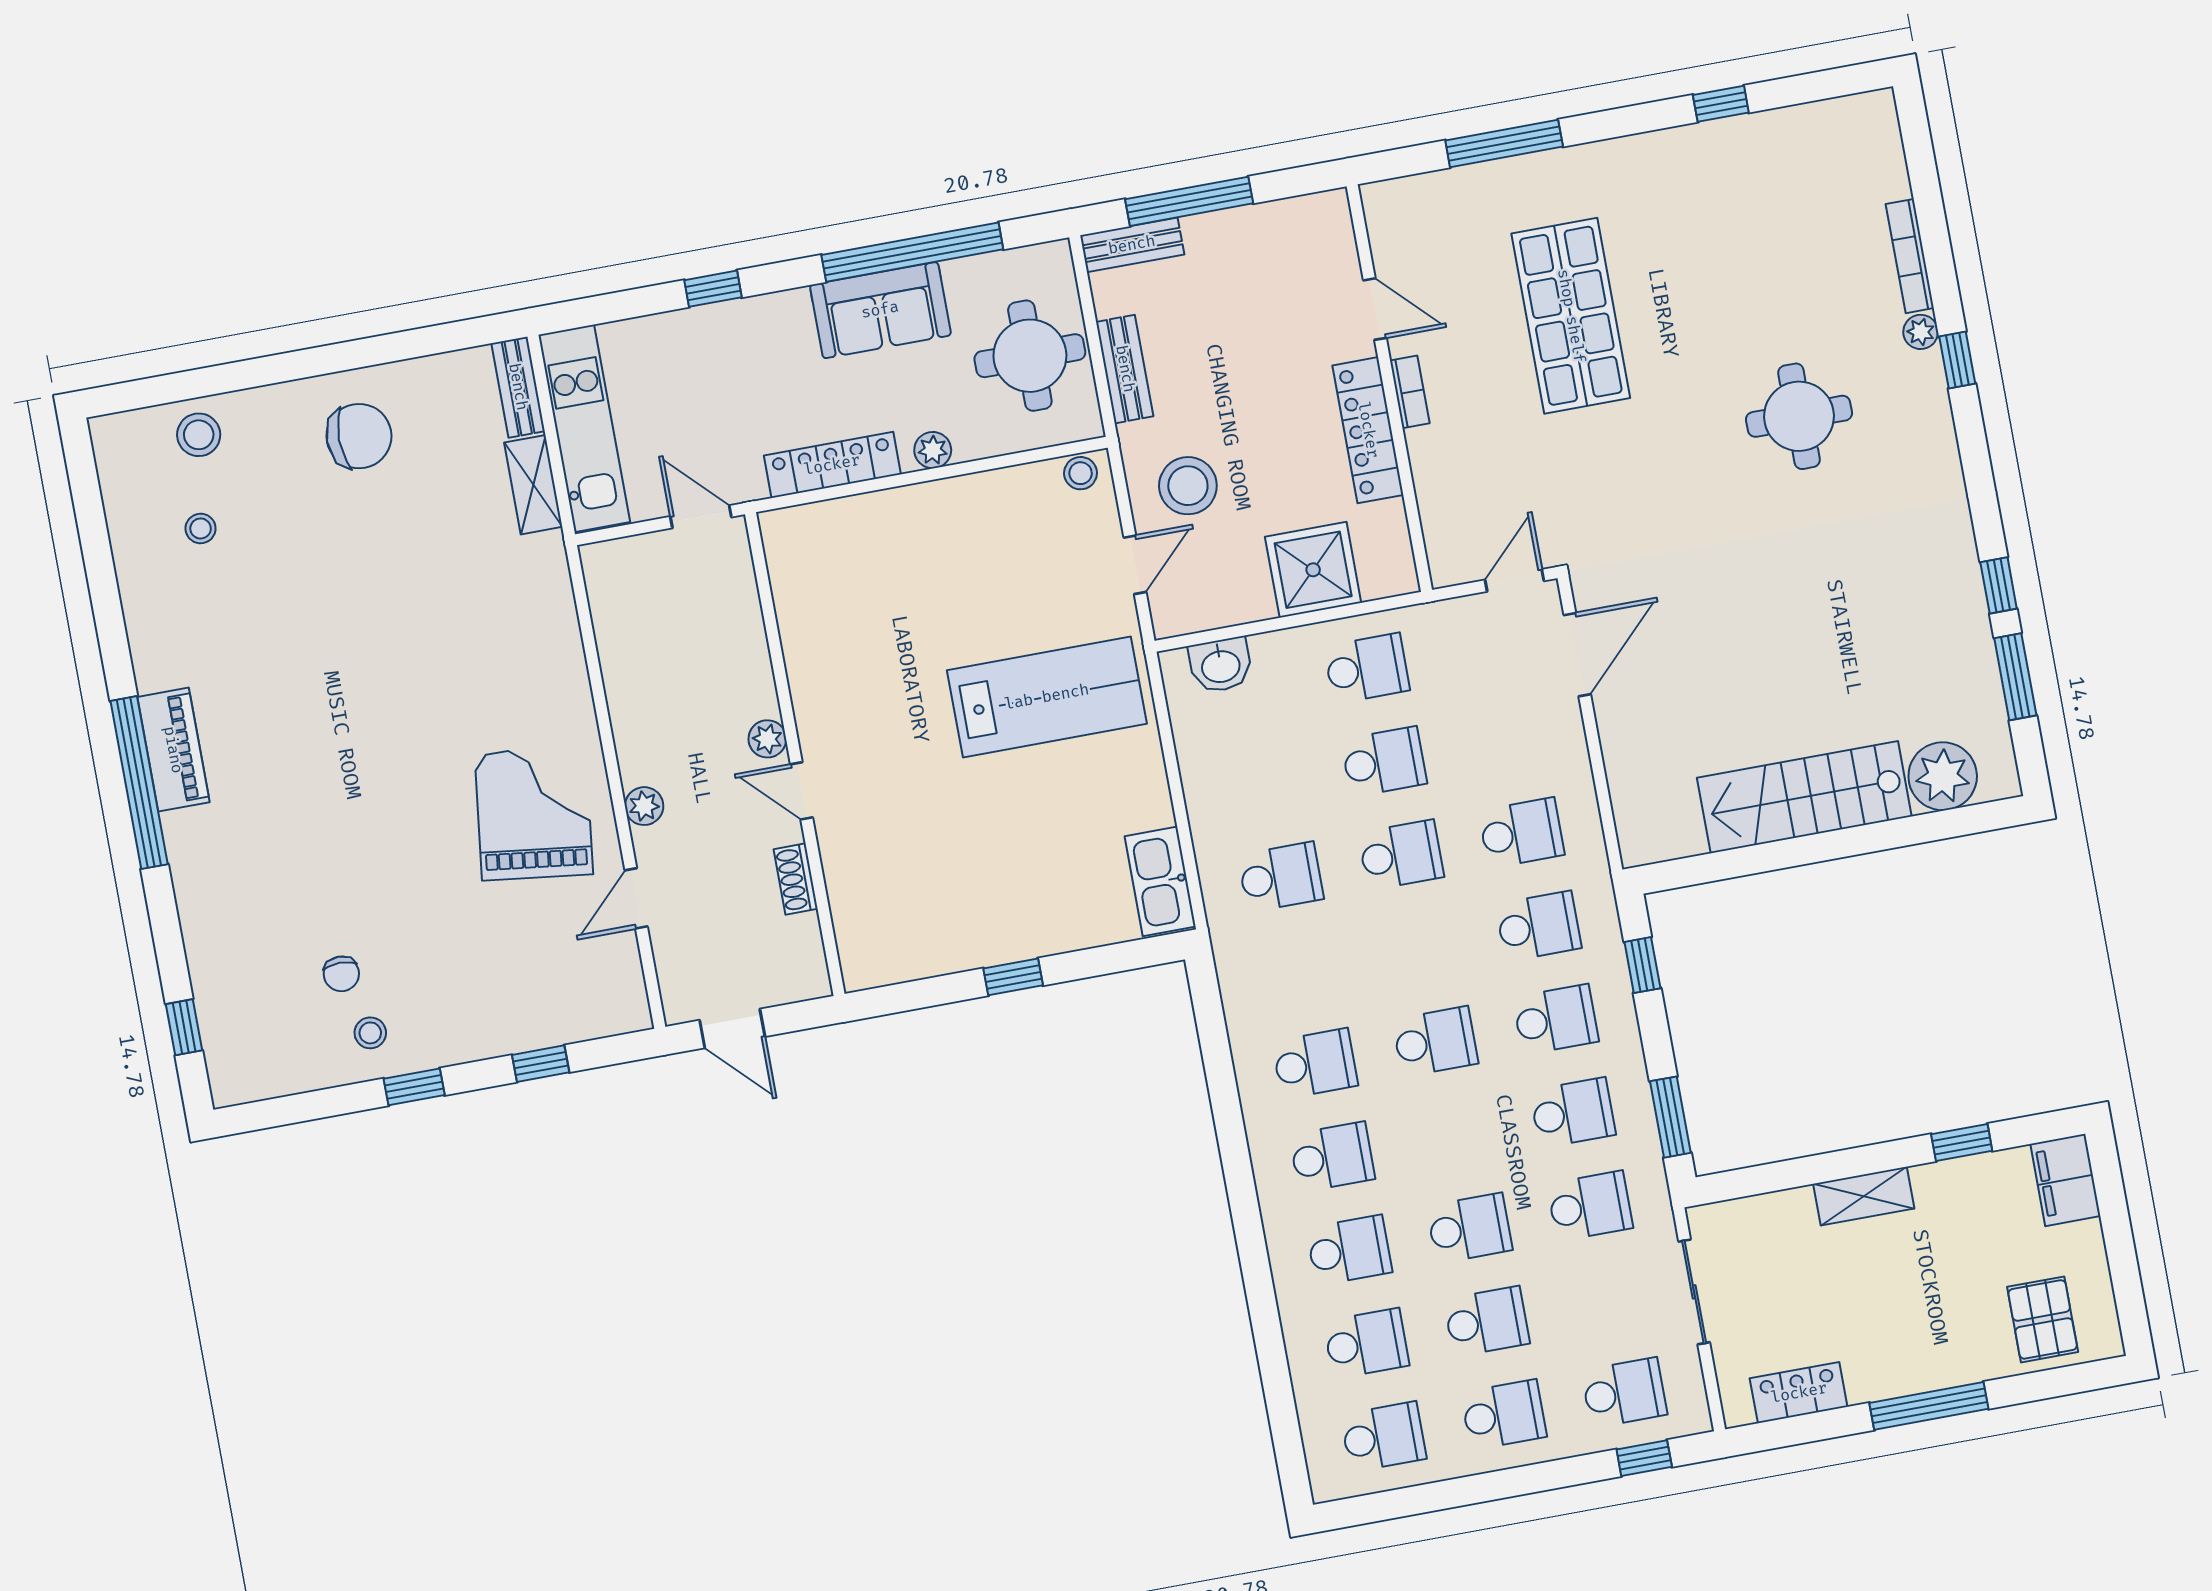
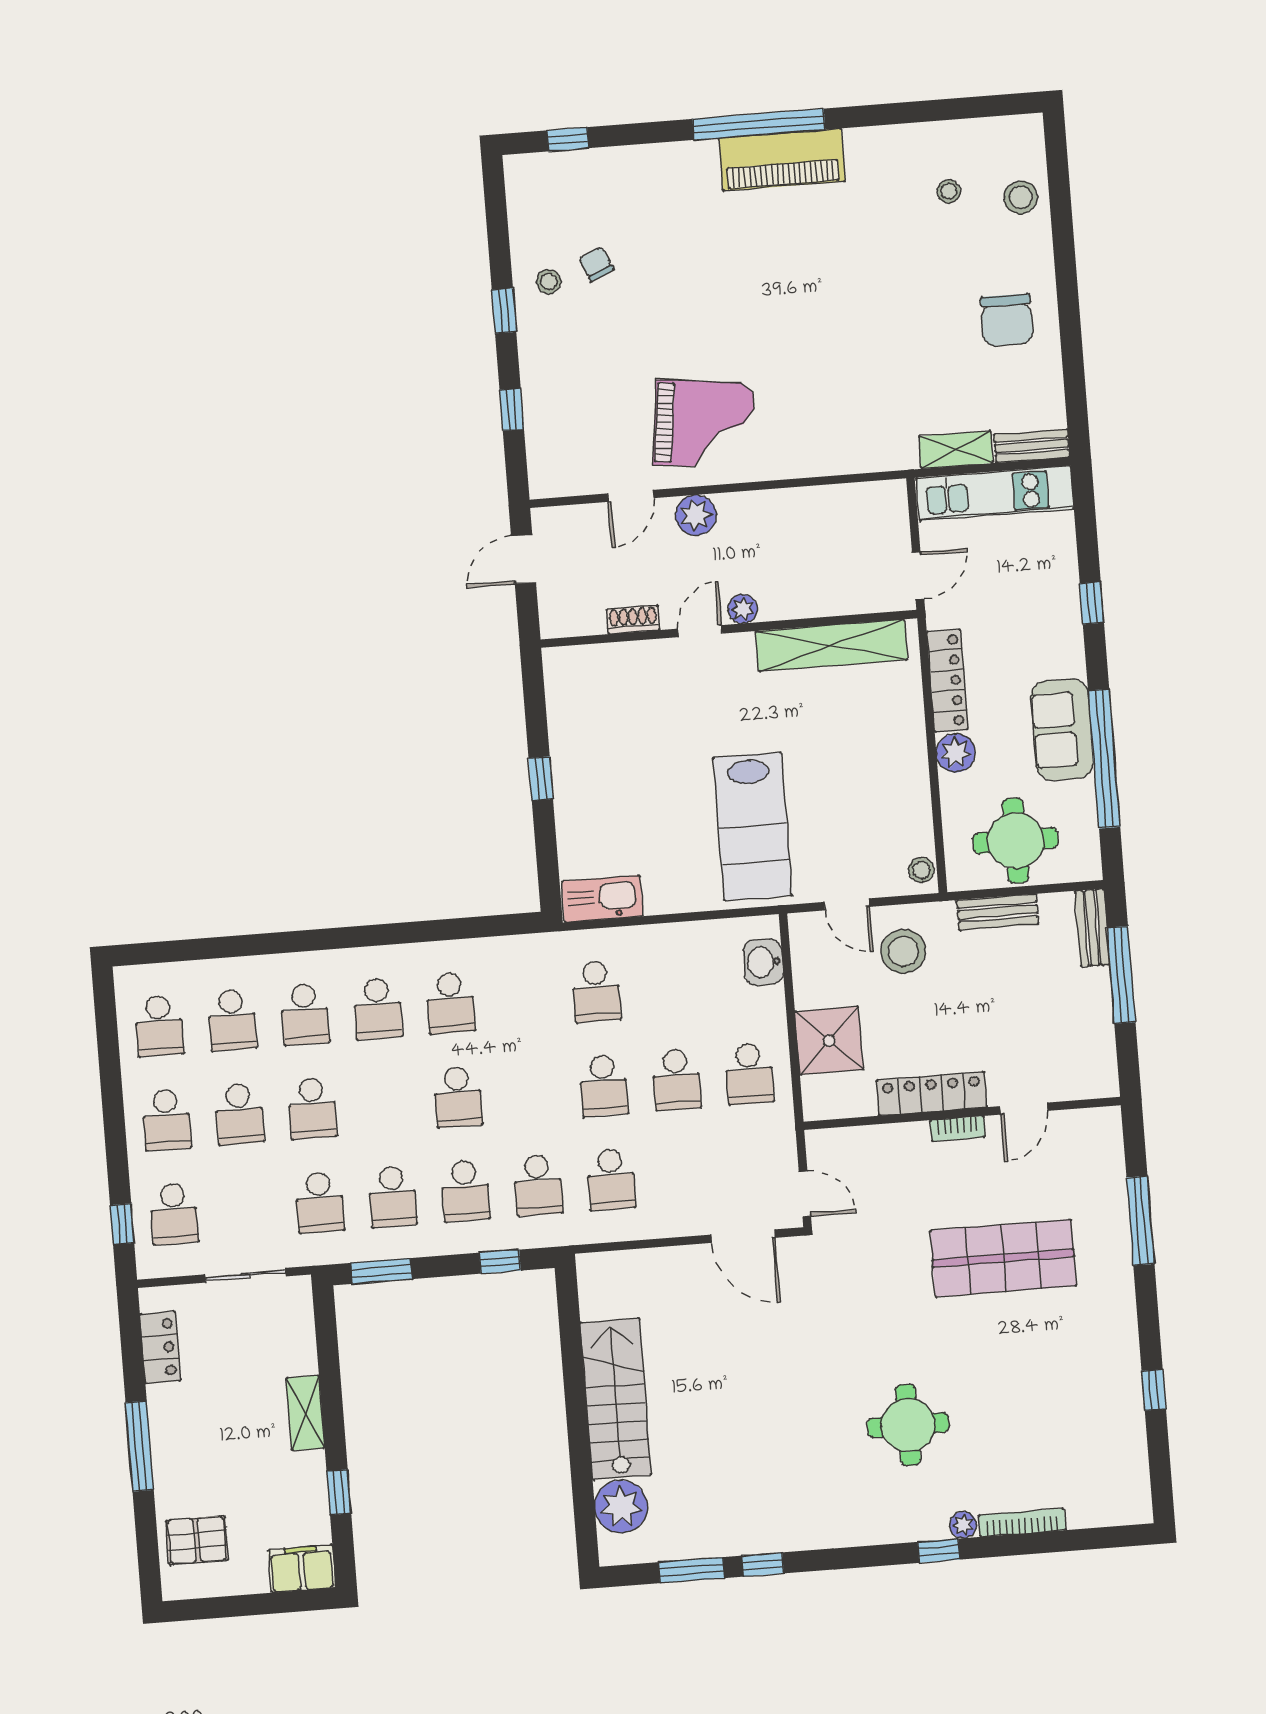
plant: (933, 450) -> (956, 753), width x1.38, depth x1.38
shelving: (802, 619) -> (831, 645), added
piano: (173, 750) -> (782, 160), width x1.37, depth x1.33
plant: (644, 806) -> (696, 515), width x1.38, depth x1.38
door: (636, 898) -> (631, 496), swing flipped
chair: (341, 974) -> (596, 264), turned 66

